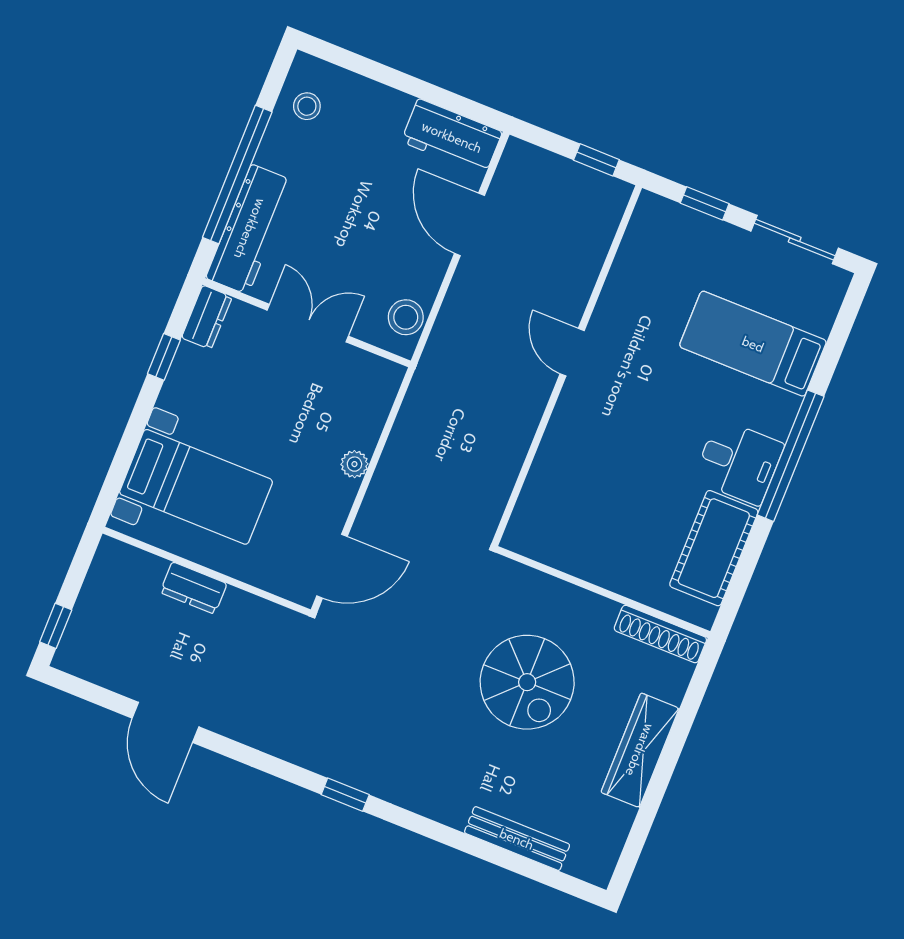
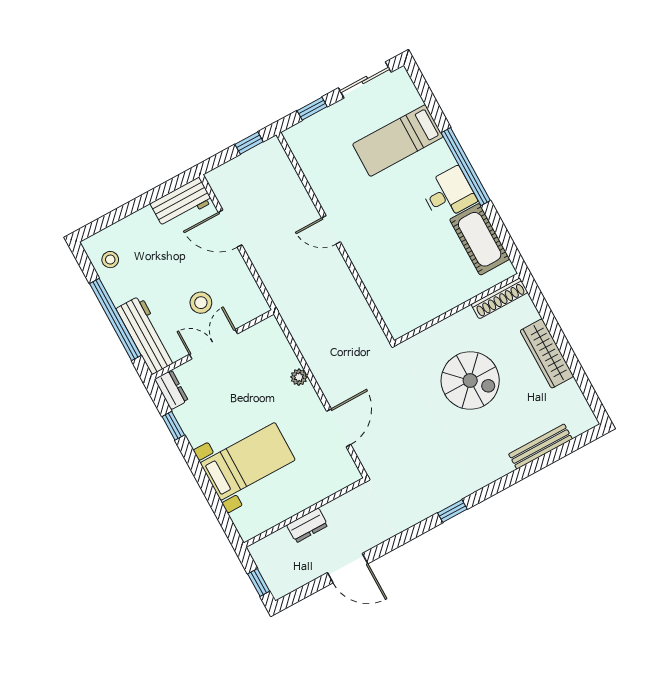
stool: (406, 317) -> (201, 303), moved
wall: (207, 571) -> (305, 513), moved
dresser: (193, 588) -> (307, 525), moved

